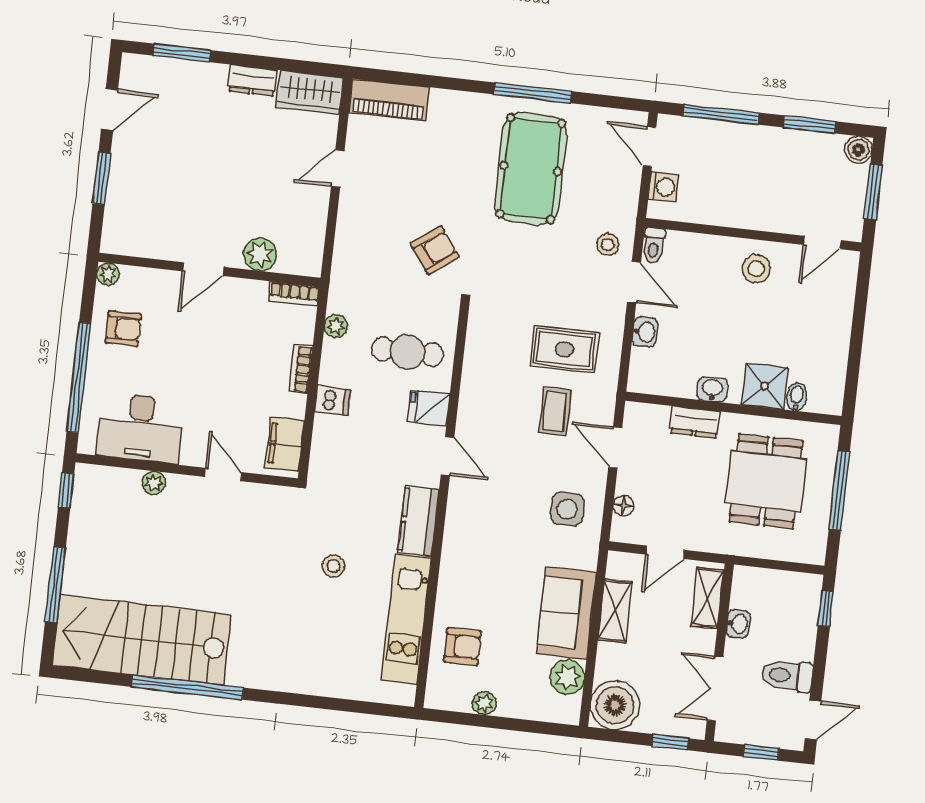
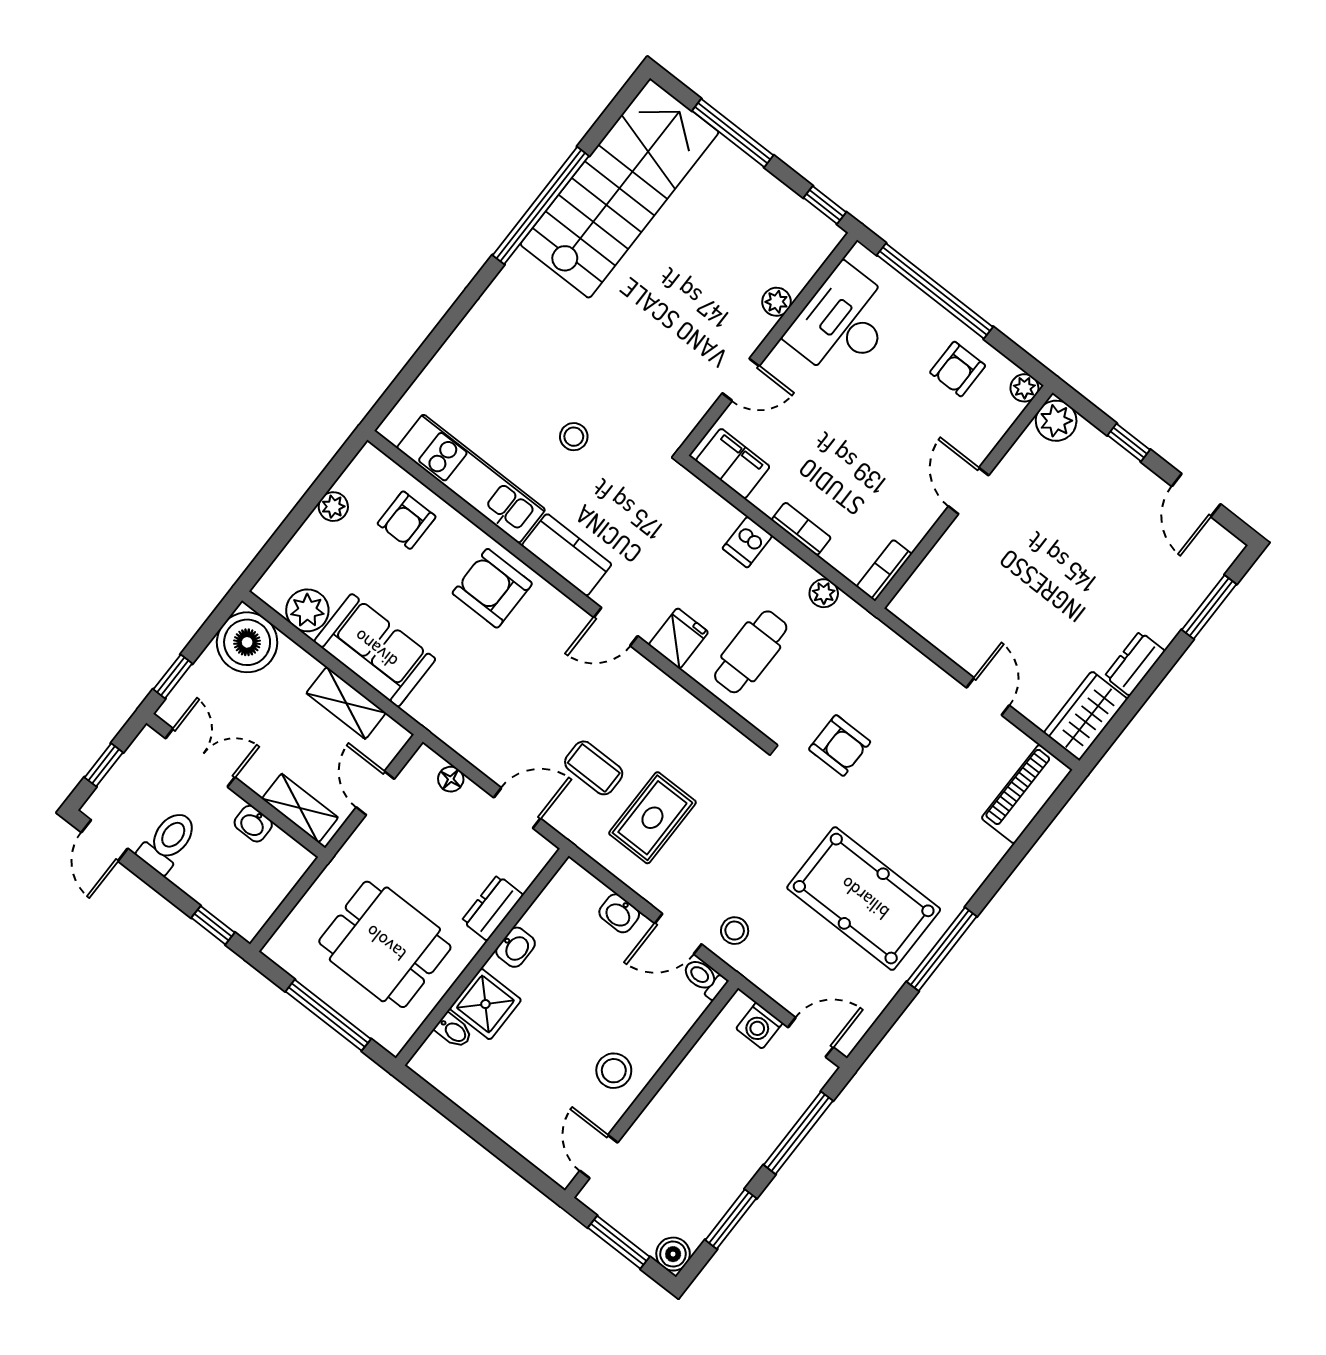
window: (102, 179) -> (1129, 442), width x0.67
armchair: (435, 250) -> (840, 745), turned -54
plant: (260, 254) -> (1056, 421), moved
side table: (567, 509) -> (483, 718), removed
armchair: (473, 558) -> (492, 588), added

